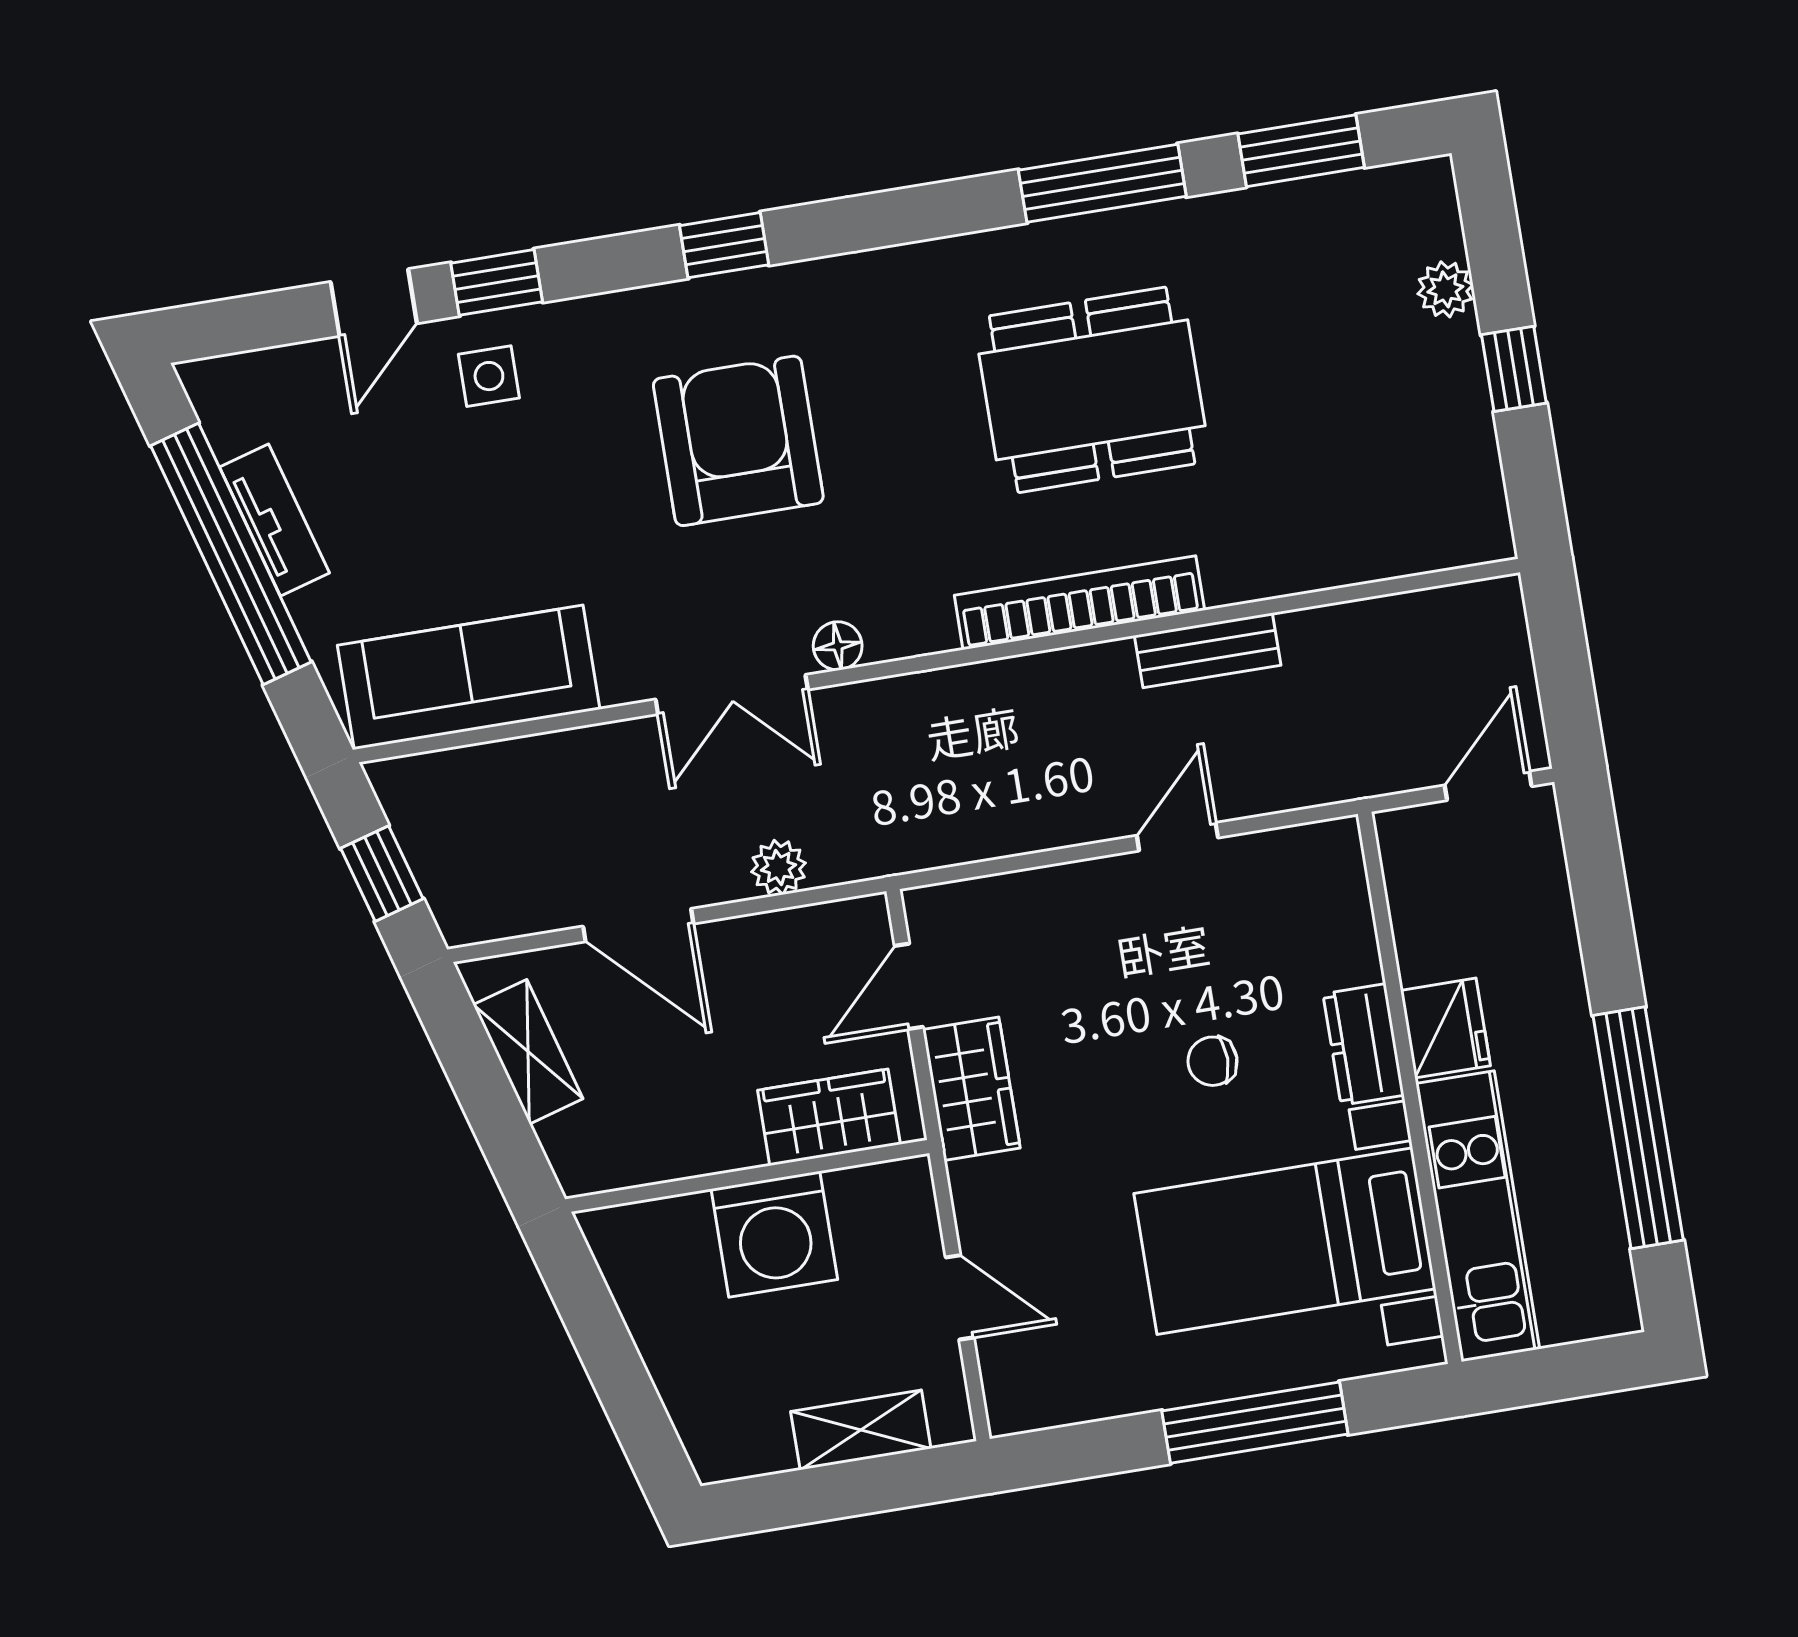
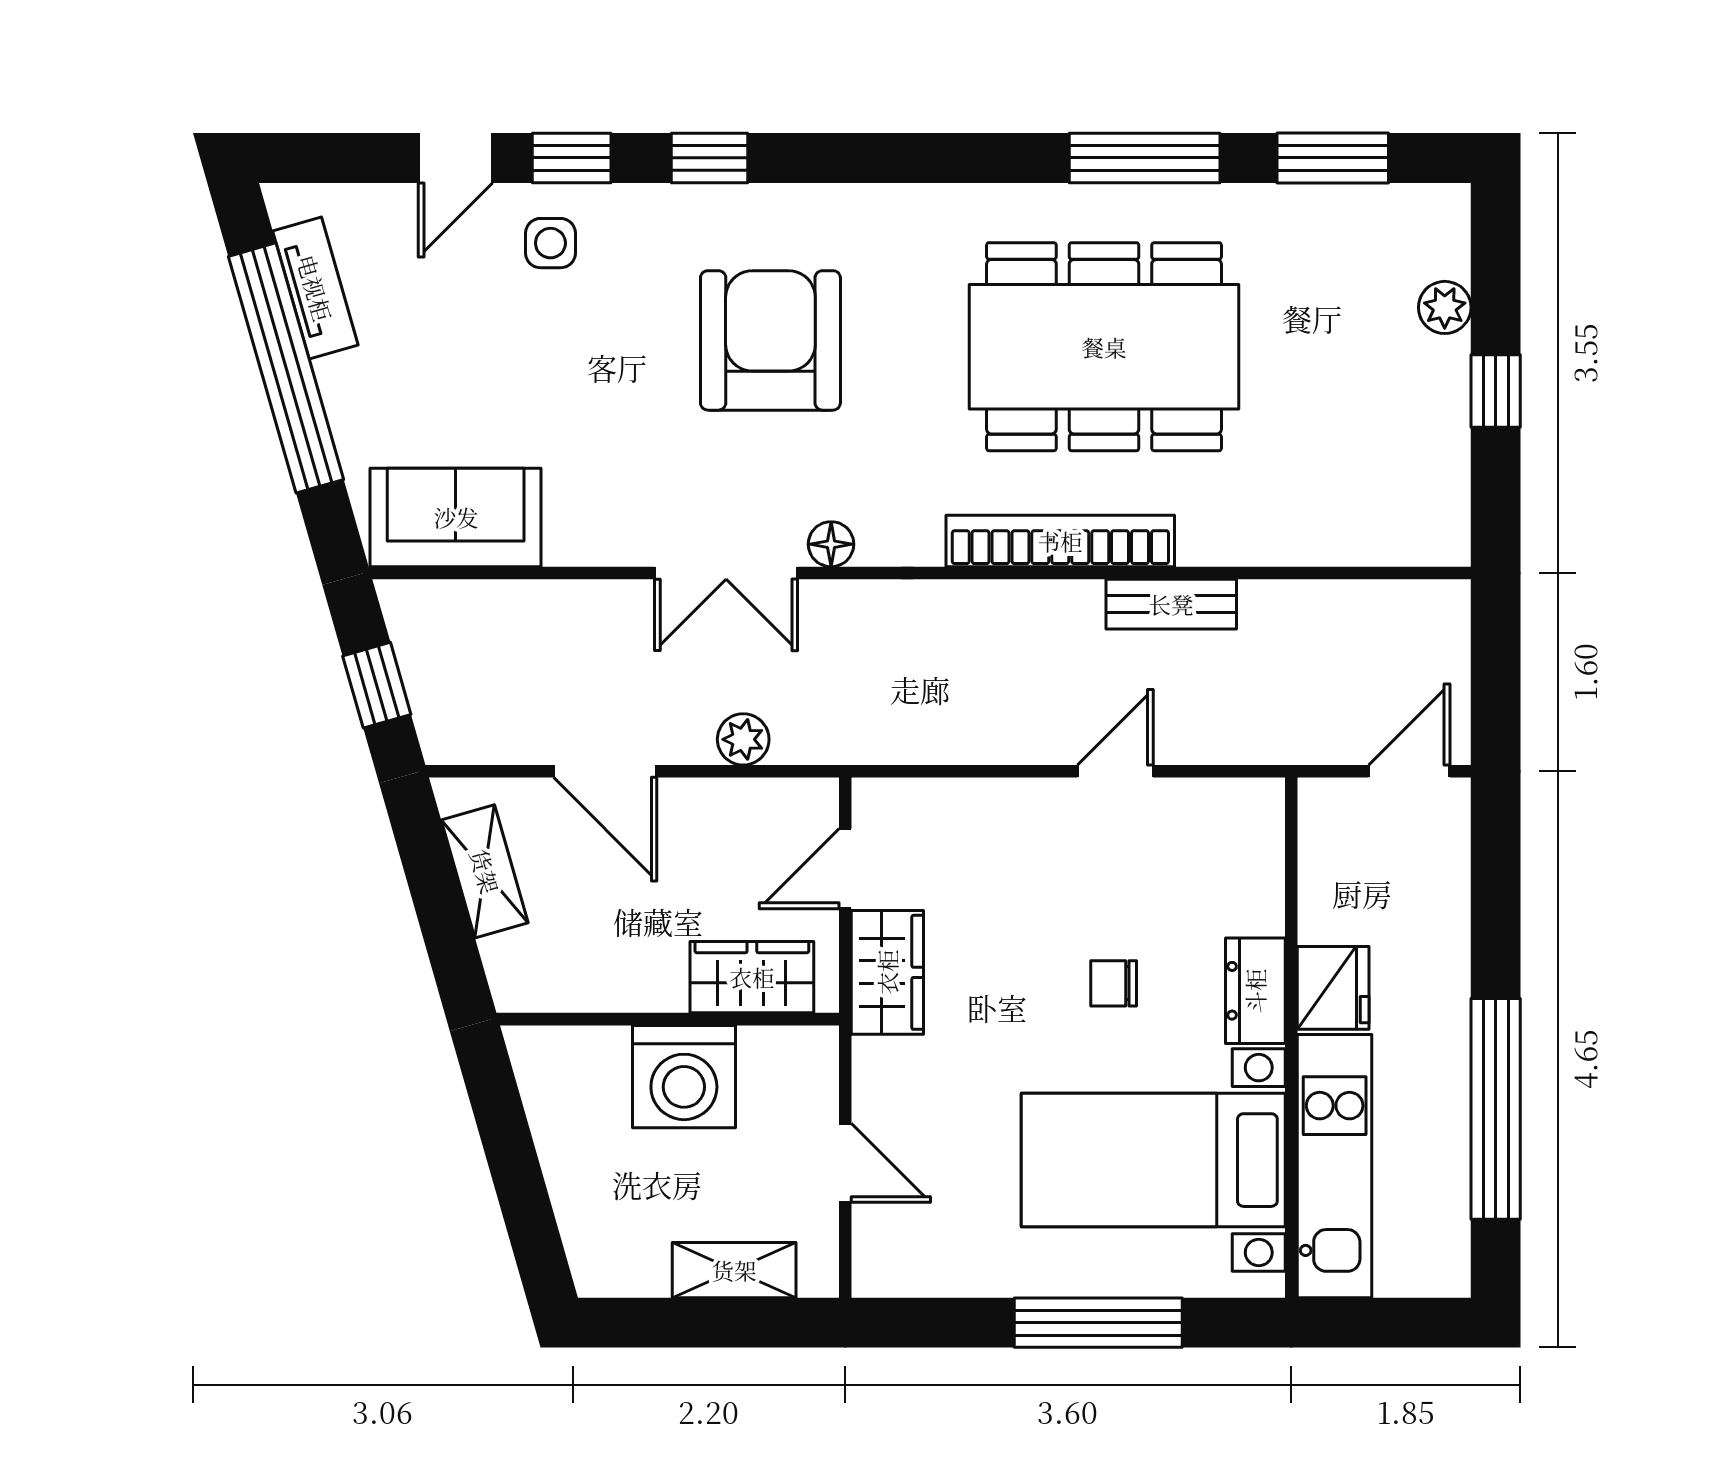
window: (724, 245) -> (710, 158), moved
dining table: (1092, 390) -> (1104, 347), width x1.36, depth x1.24
tv unit: (274, 520) -> (315, 288), moved
sofa: (469, 677) -> (456, 517), width x0.73

